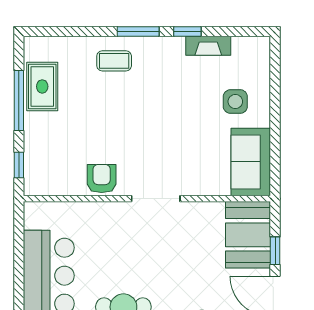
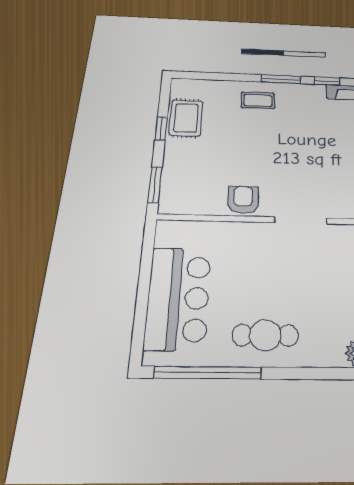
window: (19, 100) -> (161, 128), width x0.46
window: (19, 165) -> (155, 185), width x1.50

